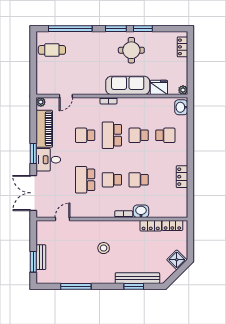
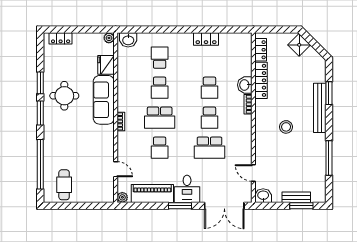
locker: (151, 226) -> (261, 80), width x1.53
washbasin: (42, 228) -> (263, 196), added
bench: (137, 278) -> (320, 108), moved

